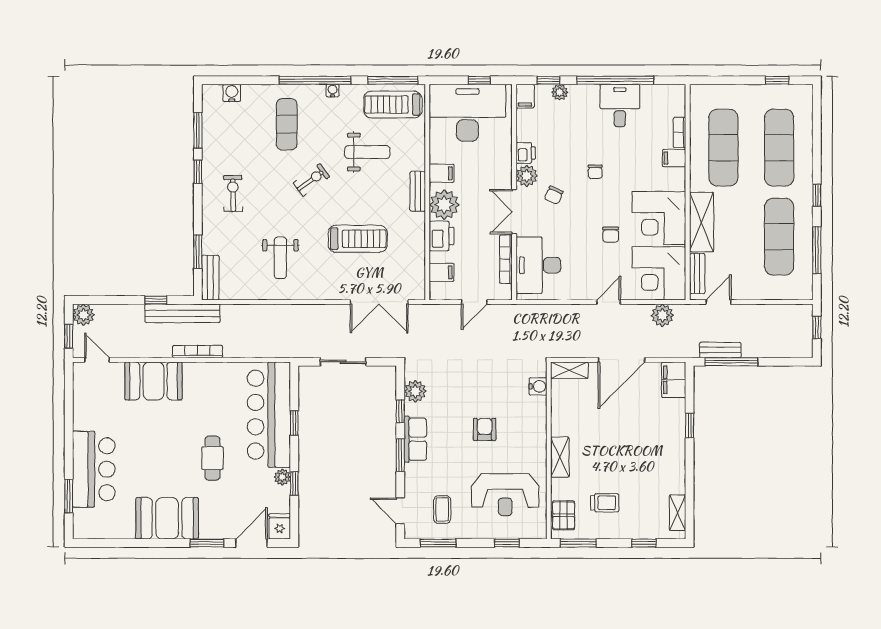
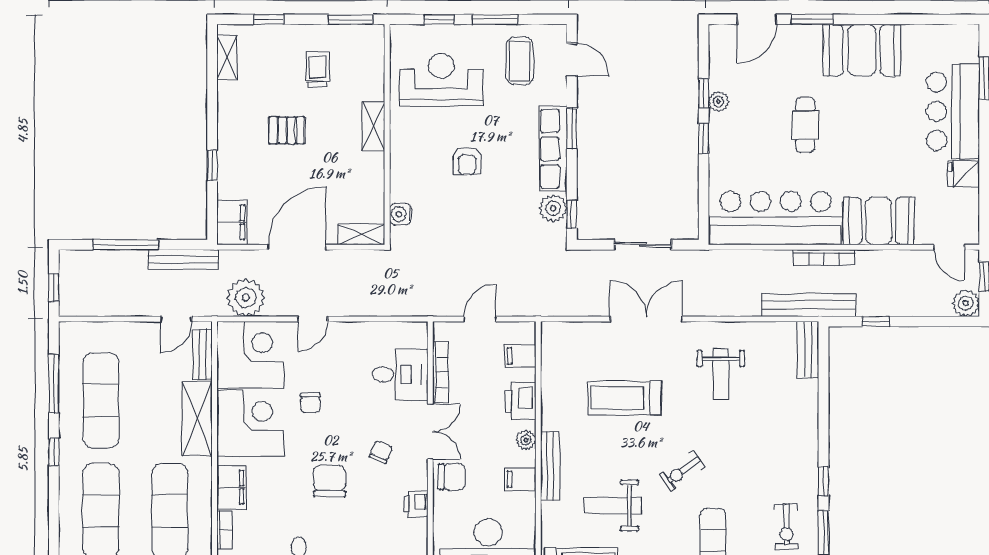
filing cabinet: (674, 158) -> (231, 487), width x2.00
chair: (595, 172) -> (329, 481), width x1.87, depth x1.87
chair: (497, 175) -> (452, 477), added
plant: (527, 176) -> (415, 476), removed
bench: (418, 191) -> (550, 466), width x1.36
exercise bike: (233, 194) -> (786, 526), moved
plant: (444, 205) -> (526, 440), width x0.53, depth x0.53
chair: (611, 235) -> (310, 403), turned 180
window: (198, 252) -> (823, 382), removed
weight bench: (280, 258) -> (721, 374), turned 180
desk: (538, 265) -> (400, 374), width x0.73
double door: (379, 302) -> (646, 319), moved
bench: (182, 313) -> (809, 305), moved
plant: (662, 315) -> (246, 298), width x1.36, depth x1.36
bench: (720, 350) -> (183, 259), width x1.36
window: (731, 362) -> (126, 245), moved
window: (400, 411) -> (572, 214), moved
bar counter: (269, 415) -> (776, 218), moved, turned -90
window: (294, 423) -> (704, 138), moved
row of seats: (415, 439) -> (553, 149), width x1.48
trolley: (605, 503) -> (318, 69), turned 90
coffee table: (442, 510) -> (520, 61), width x1.36, depth x1.30
pallet: (564, 515) -> (287, 130), moved, turned 90
fridge: (280, 526) -> (963, 174), moved, turned 90
window: (438, 543) -> (495, 19), moved

